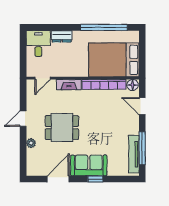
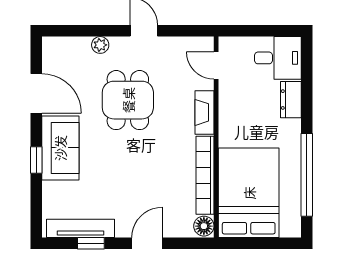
door: (142, 106) -> (147, 243), moved
window: (142, 148) -> (91, 243), width x0.46

